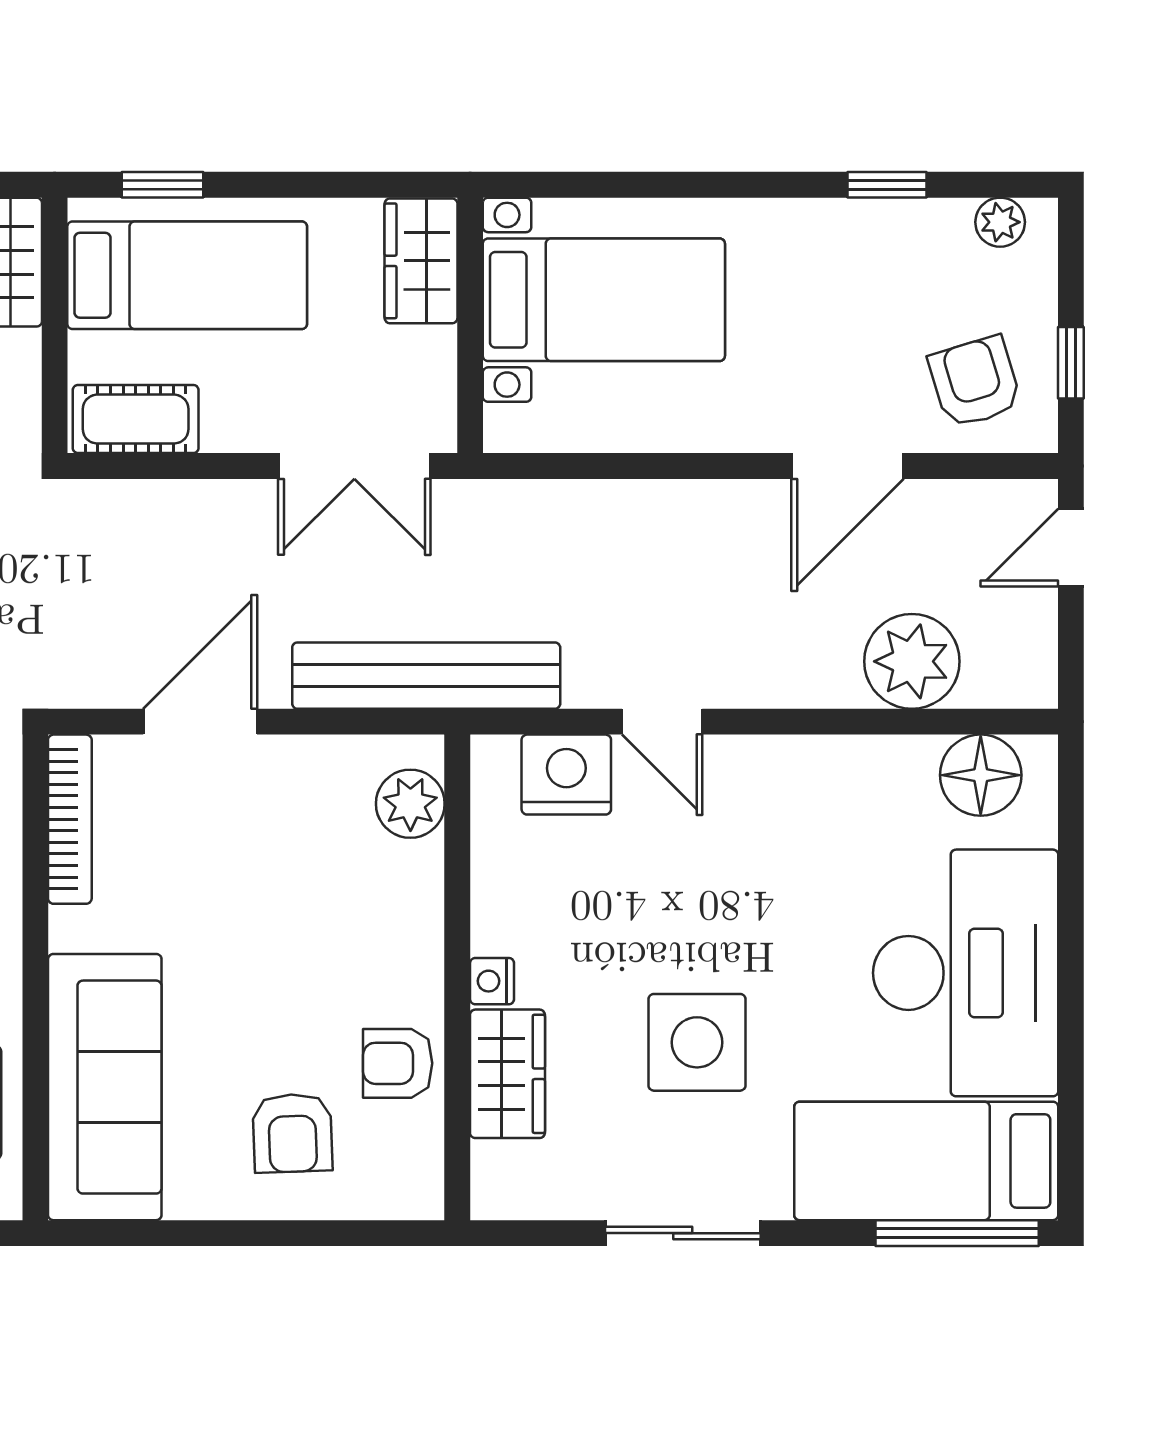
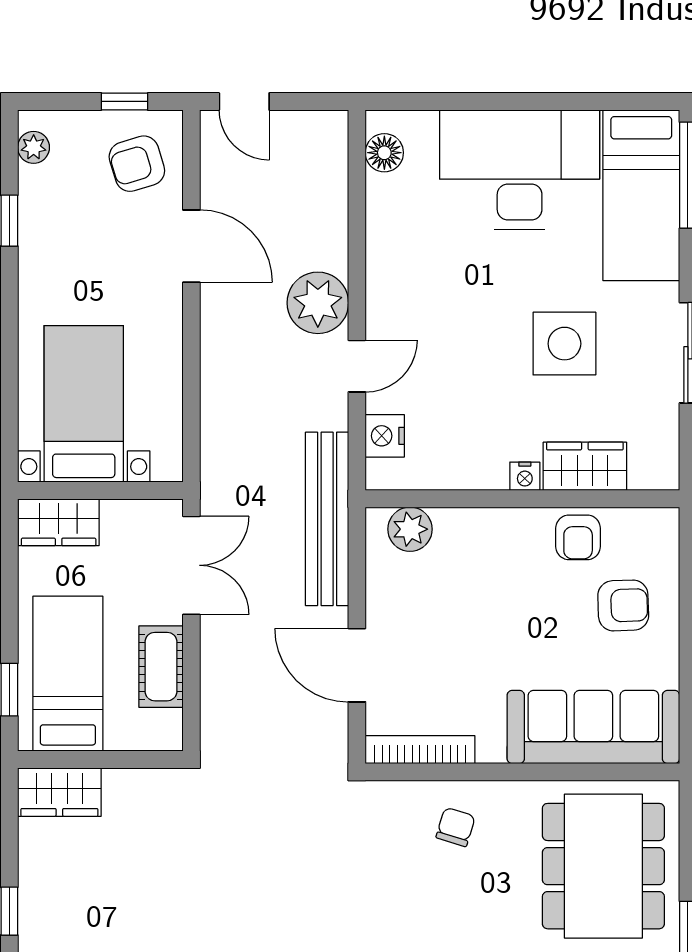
cot: (136, 419) -> (161, 667), moved
plant: (912, 661) -> (318, 303), moved
nightstand: (566, 775) -> (385, 436), width x0.74, depth x0.75
floor lamp: (981, 775) -> (384, 153), width x0.73, depth x0.73

